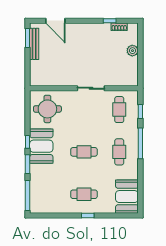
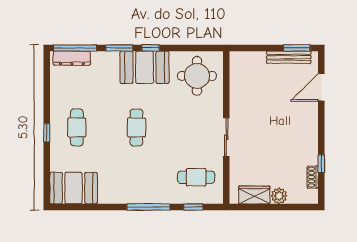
wardrobe: (132, 68) -> (254, 195), added
cafe table: (119, 152) -> (136, 177), removed
dresser: (35, 198) -> (72, 58), added

